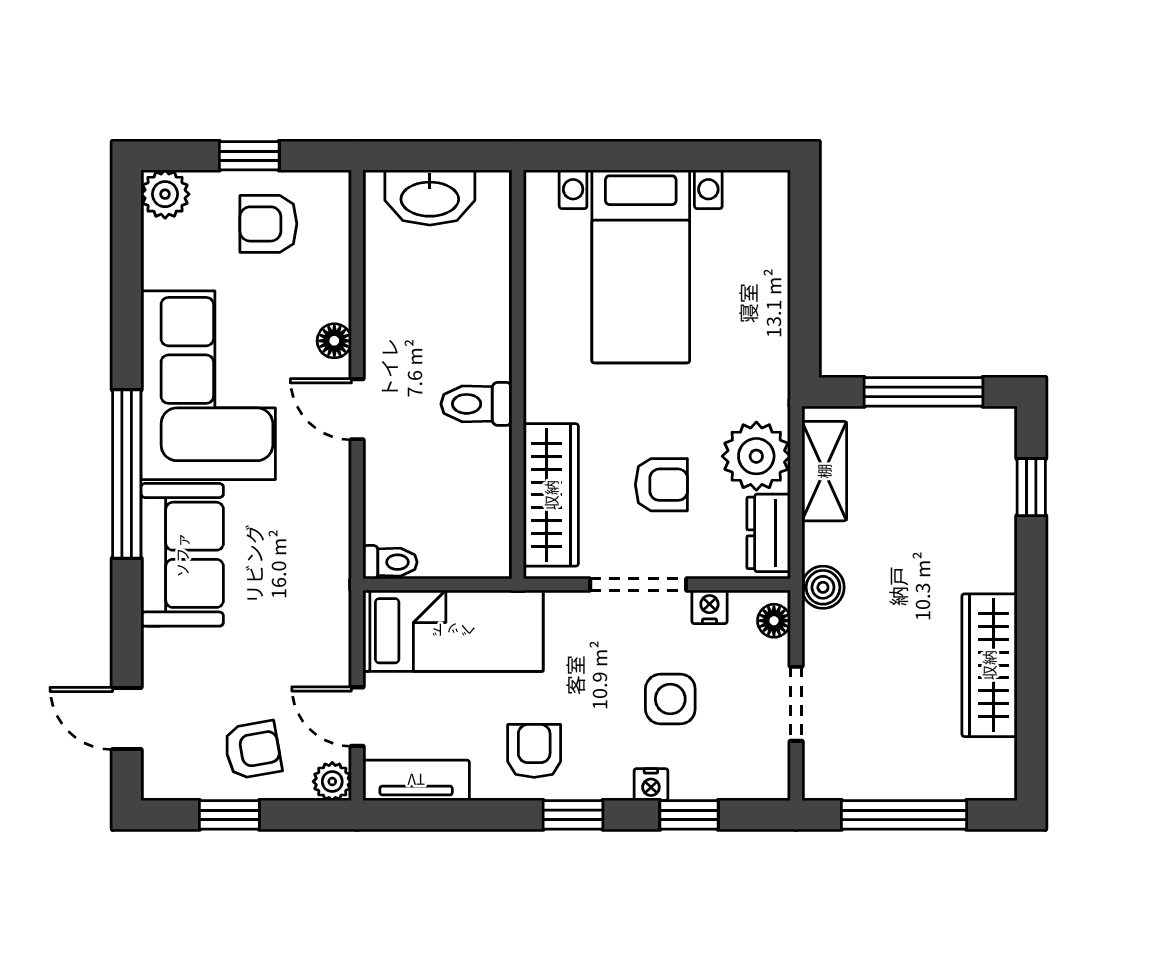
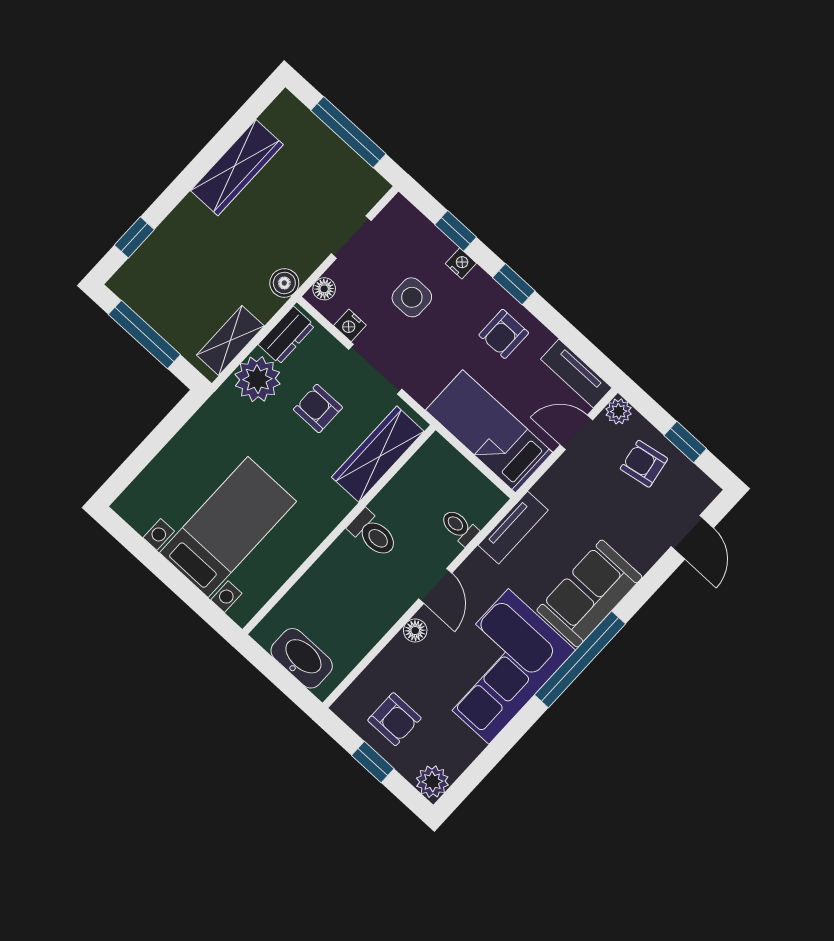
tv unit: (331, 550) -> (513, 528), added
toilet: (390, 562) -> (459, 527), moved
door: (357, 717) -> (576, 432), swing flipped

